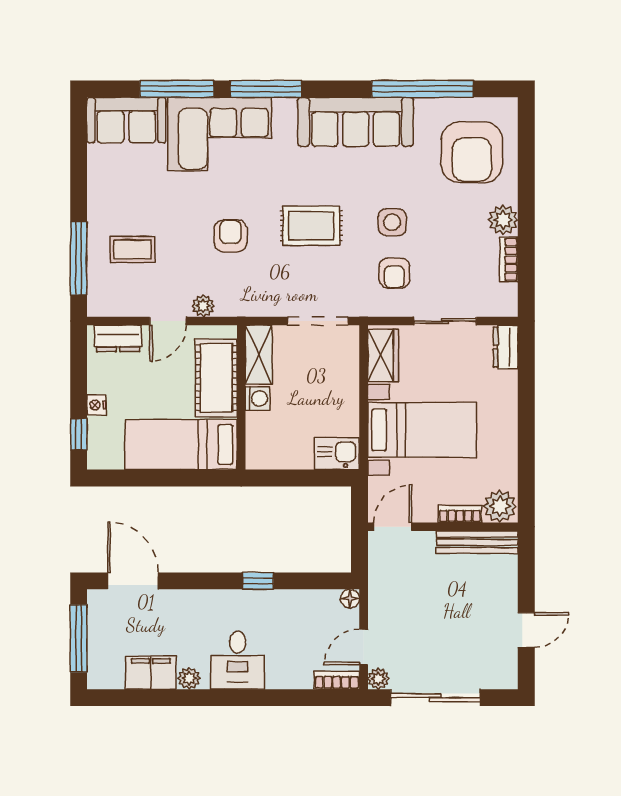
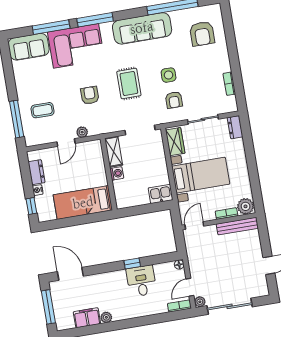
armchair: (472, 152) -> (202, 34), width x0.73, depth x0.73
plant: (503, 220) -> (223, 65), removed
rug: (311, 226) -> (129, 83), turned 90
dresser: (118, 338) -> (37, 172), moved, turned -90
cot: (216, 378) -> (95, 167), removed
desk: (238, 660) -> (141, 281), moved, turned 180

